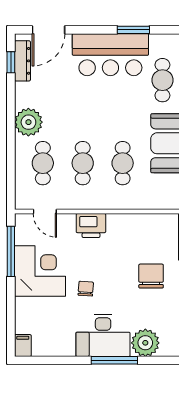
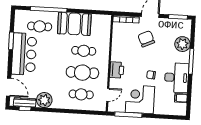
plant: (28, 122) -> (44, 100), moved
cafe table: (83, 163) -> (82, 73), width x1.37, depth x1.35
chair: (151, 276) -> (146, 39), turned 66
desk: (103, 335) -> (176, 78), moved
filing cabinet: (23, 346) -> (181, 98), moved

